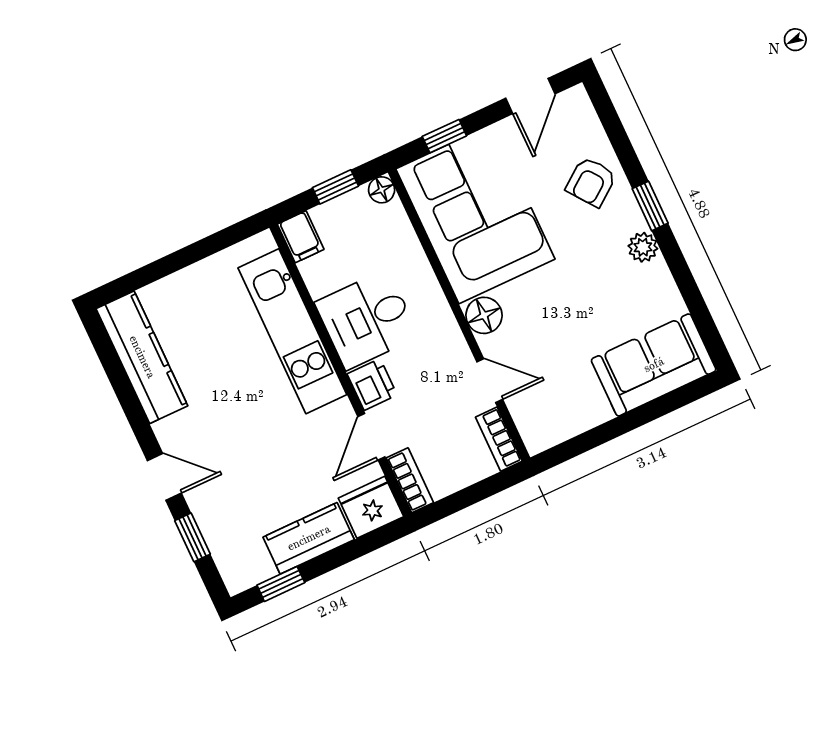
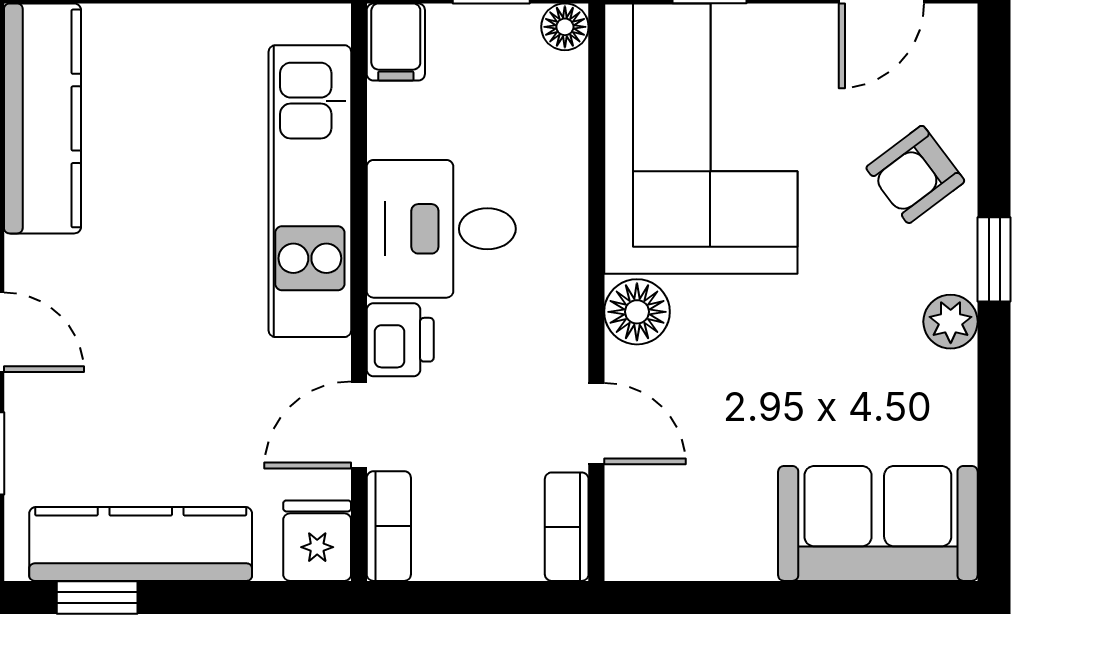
fridge: (371, 507) -> (317, 541), width x0.72
kitchen counter: (309, 538) -> (141, 544), width x1.50

